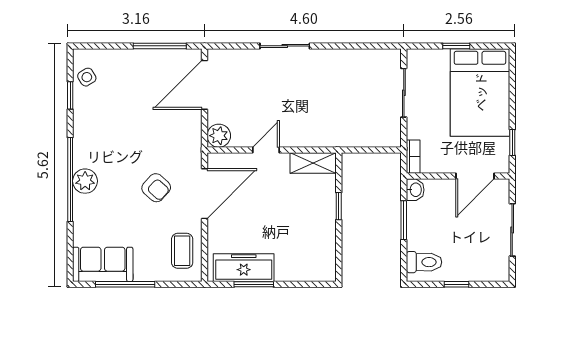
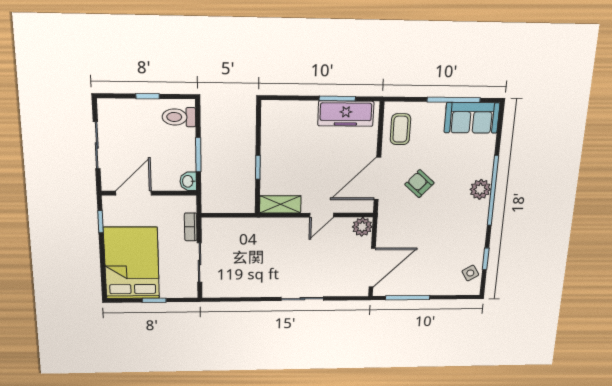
bookcase: (413, 157) -> (191, 227), moved

